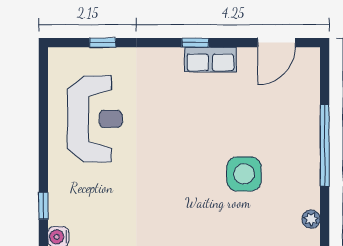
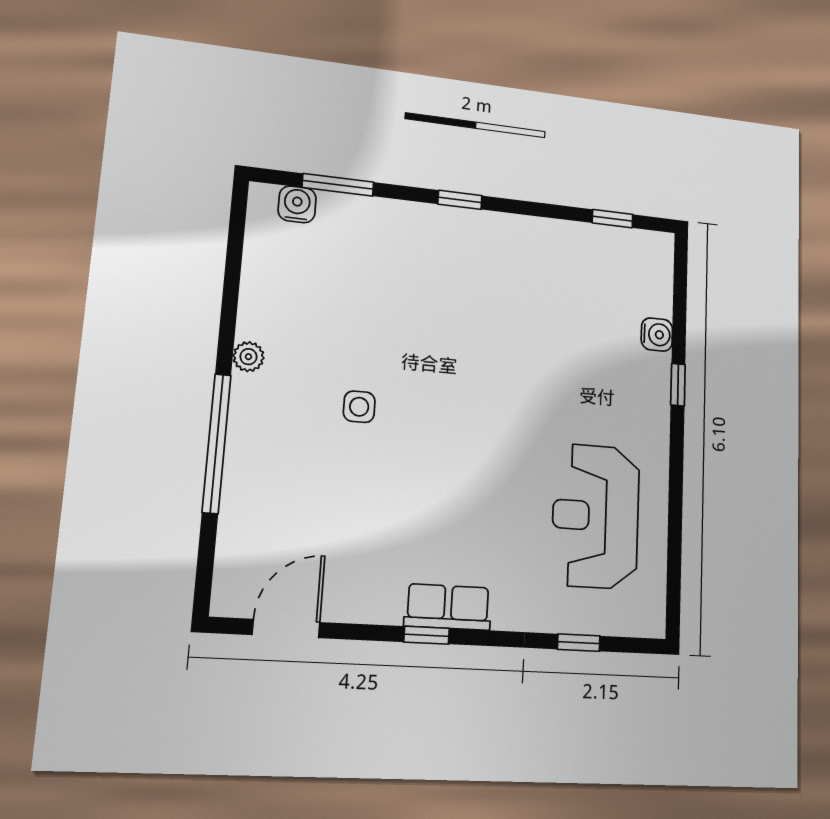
row of seats: (210, 59) -> (448, 607), moved
side table: (244, 174) -> (359, 407), width x0.54, depth x0.54
plant: (311, 219) -> (248, 357), moved

